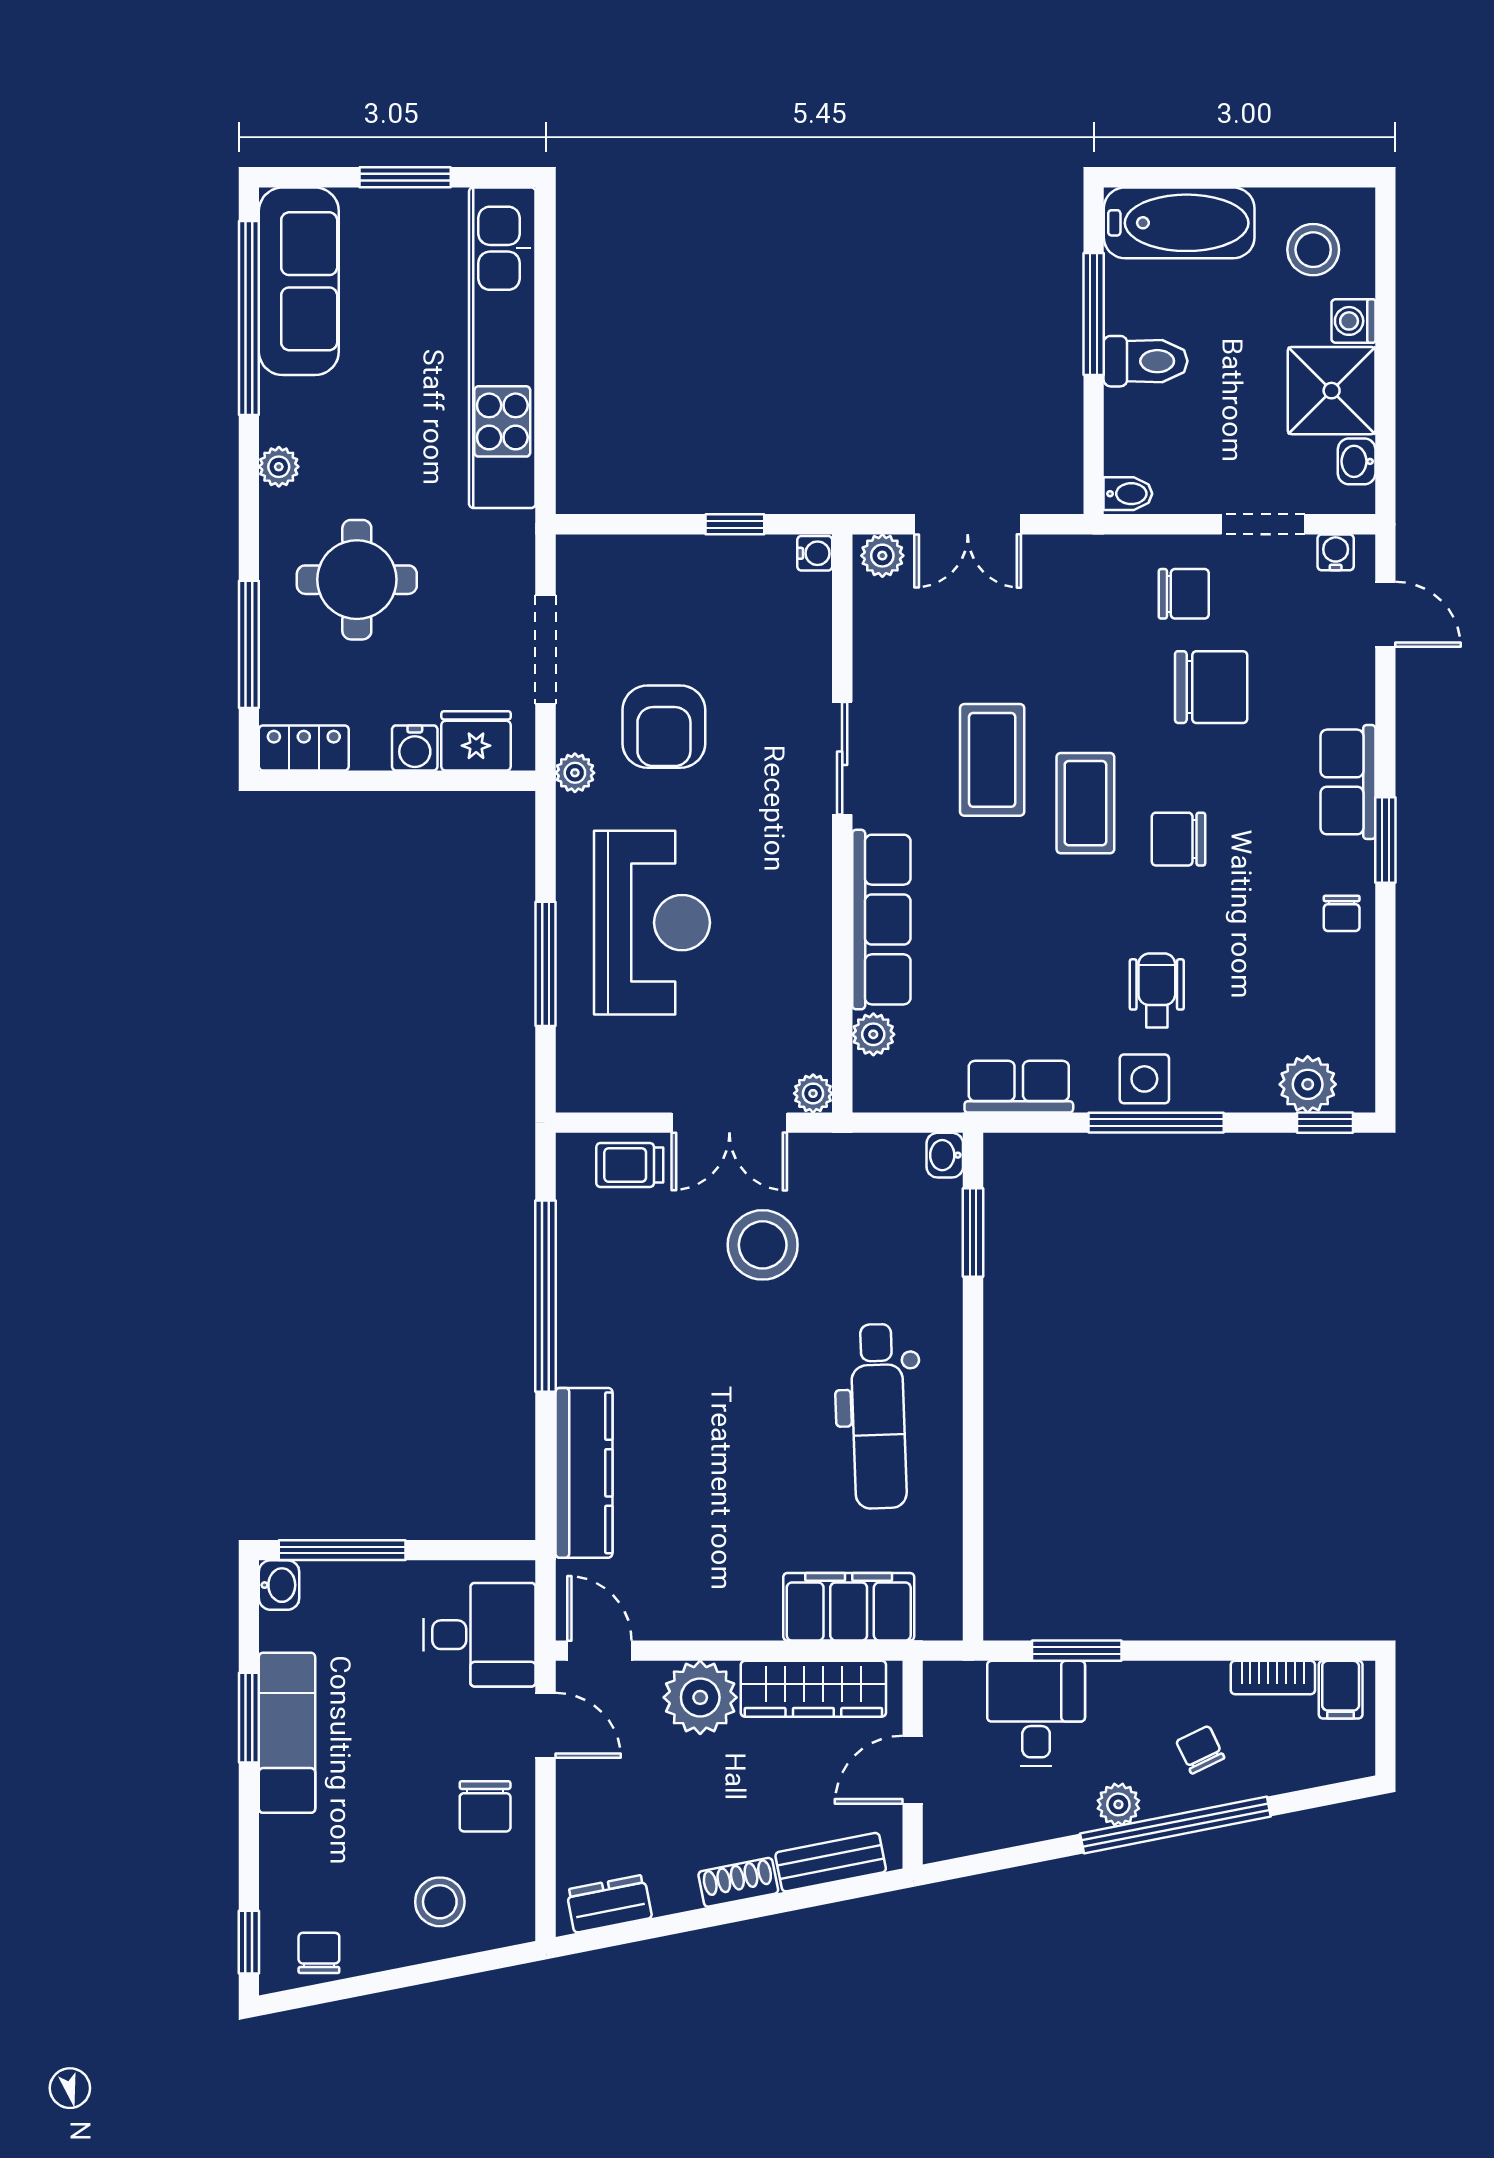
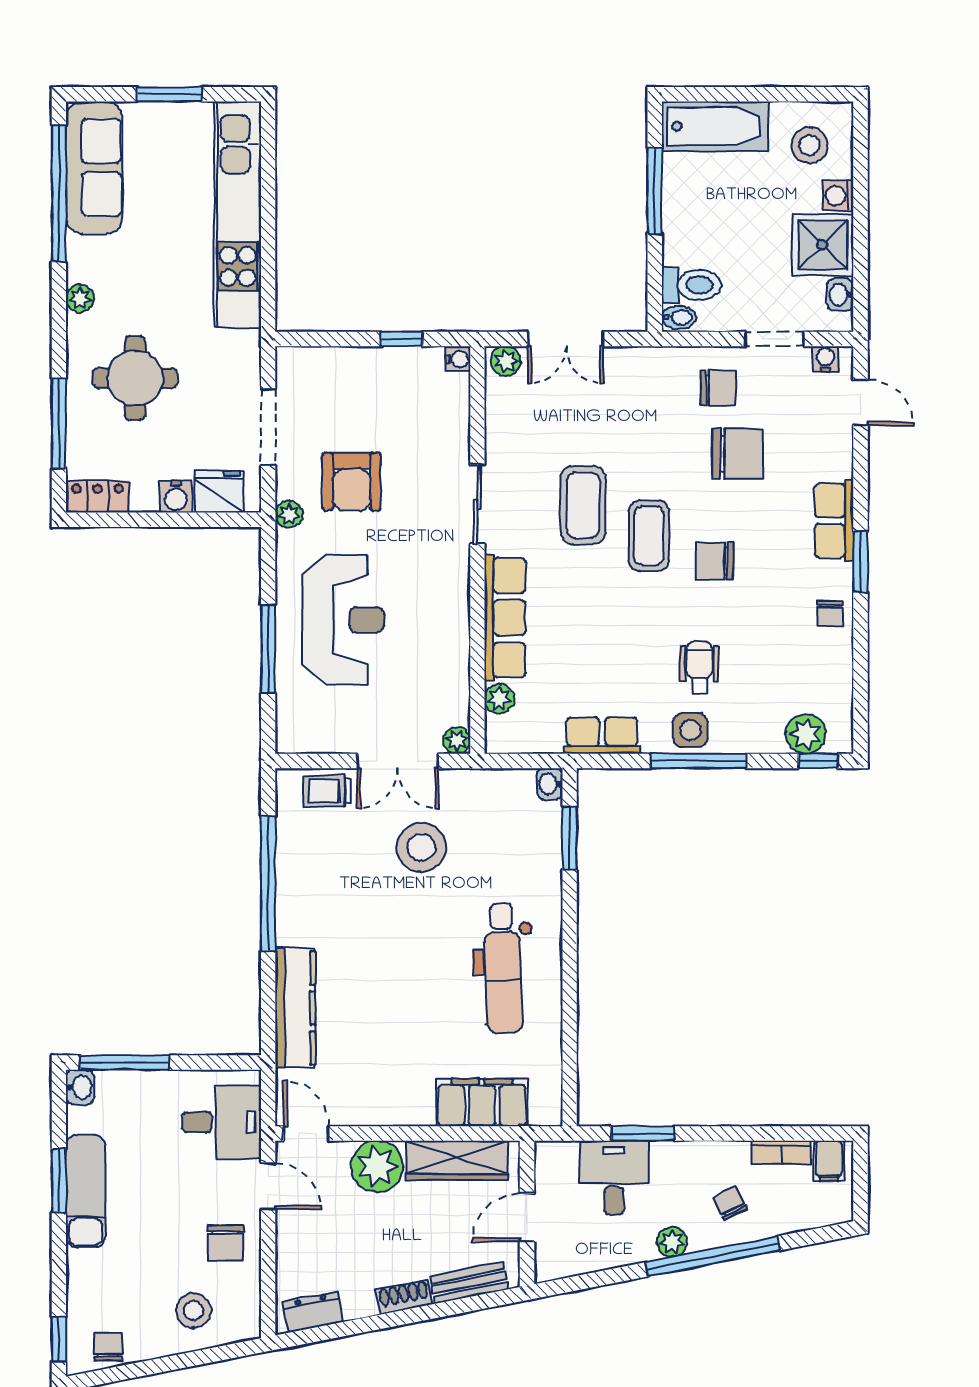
toilet: (1145, 361) -> (691, 285), moved

